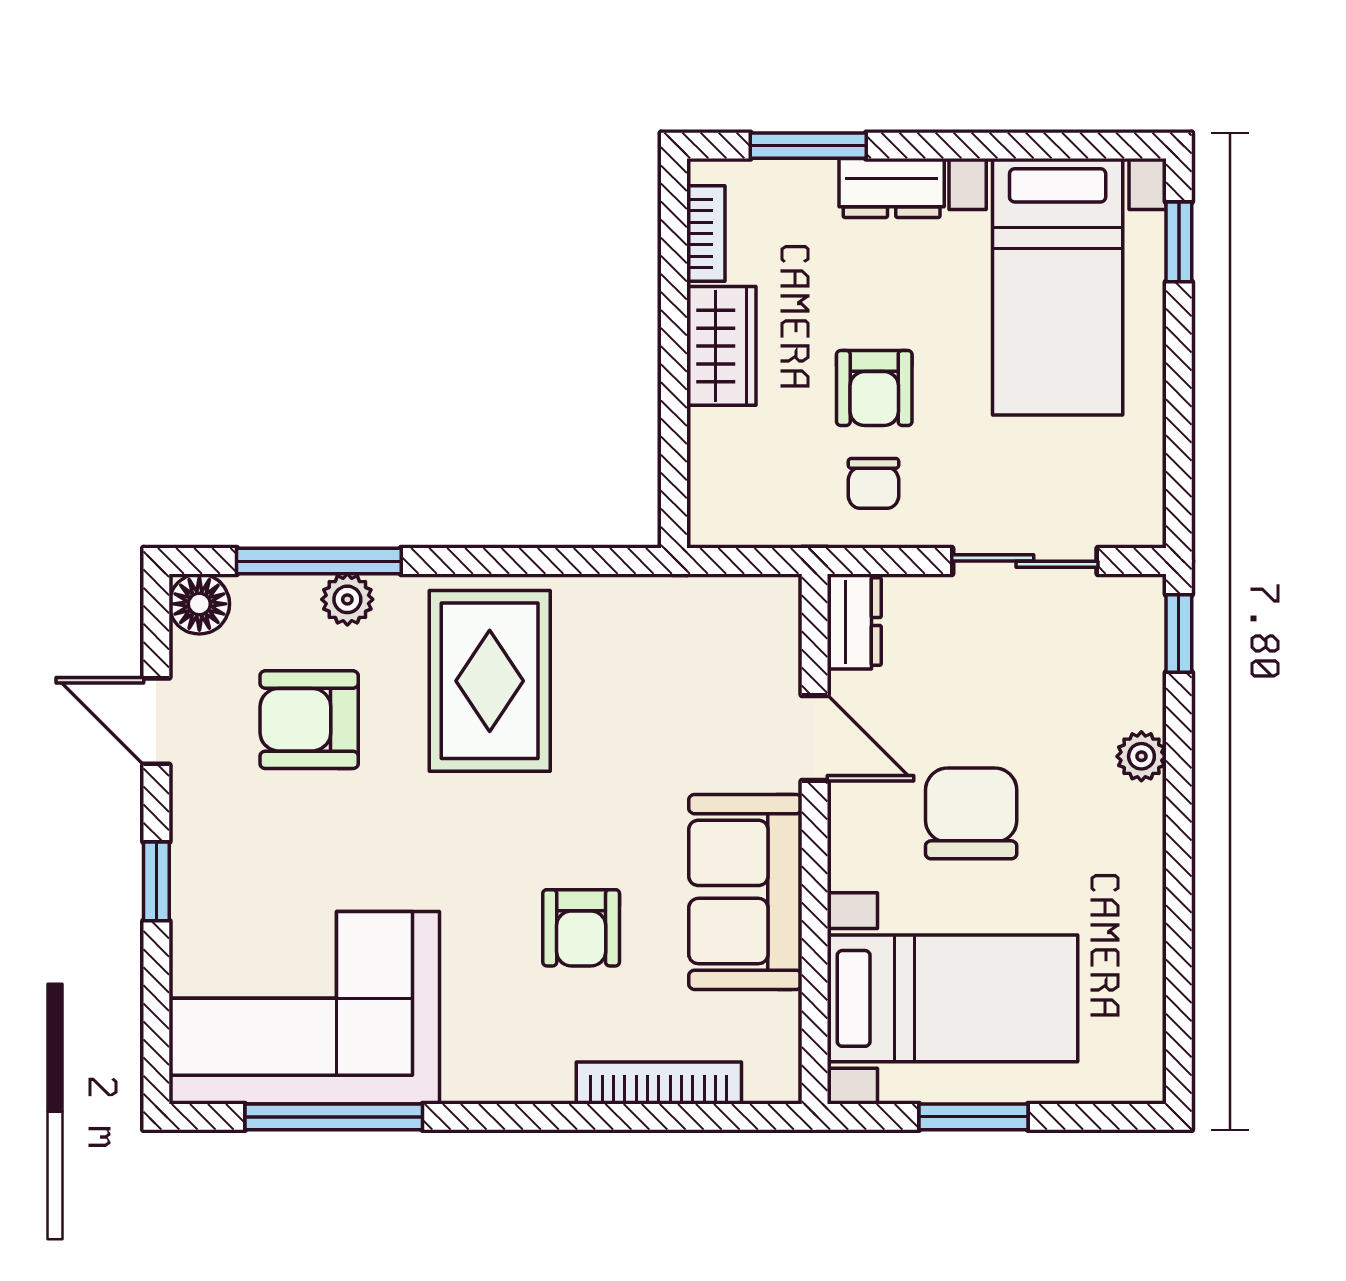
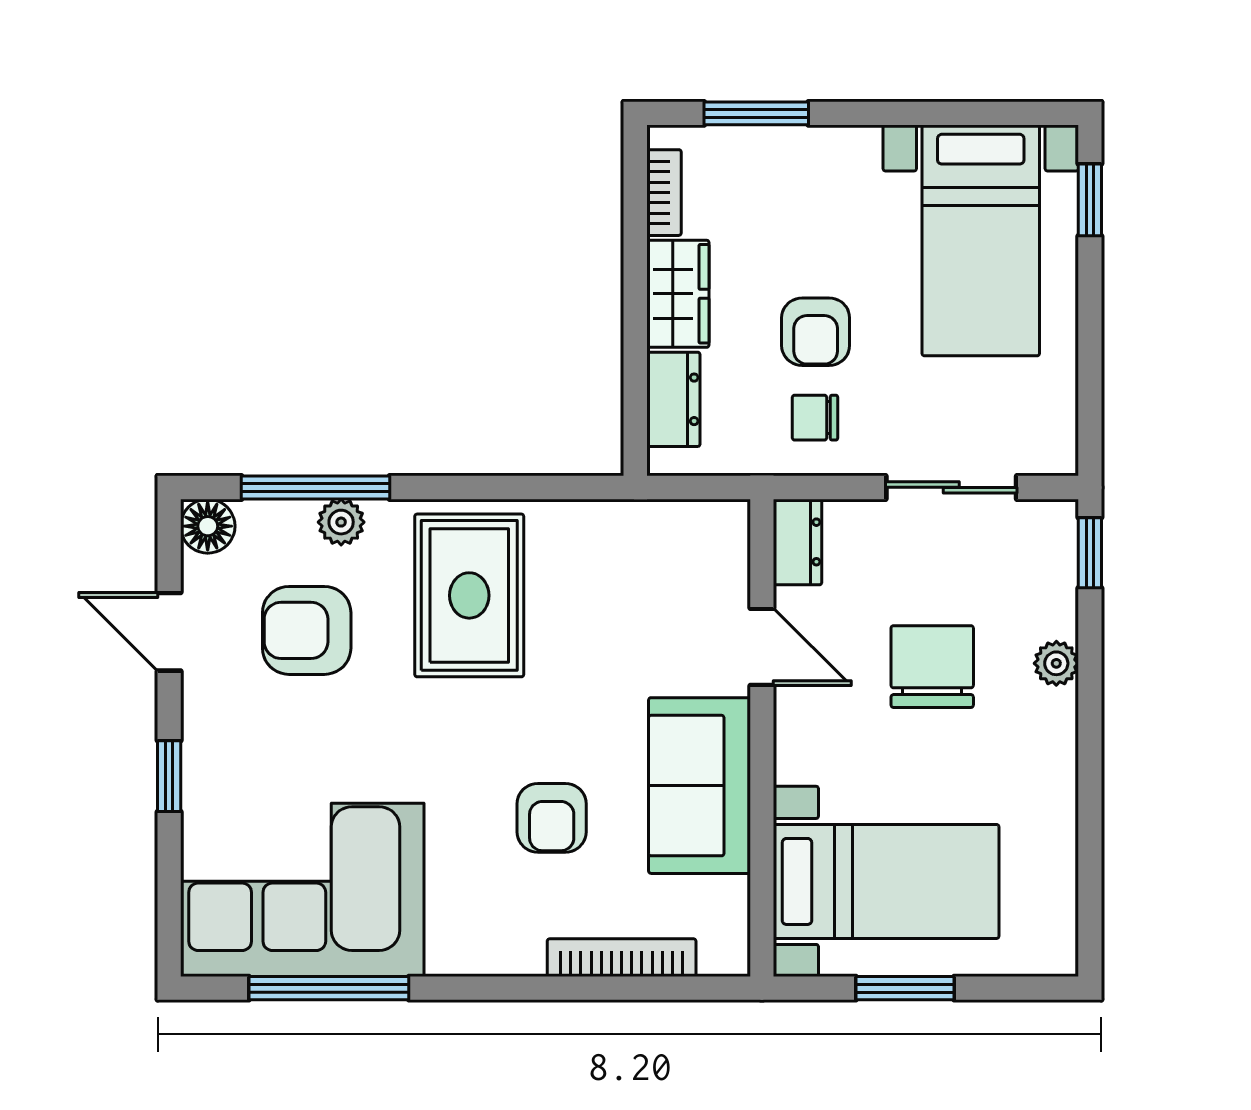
dresser: (892, 188) -> (673, 399), moved, turned -90
chair: (873, 483) -> (815, 418), turned 90
chair: (971, 813) -> (932, 667), moved

